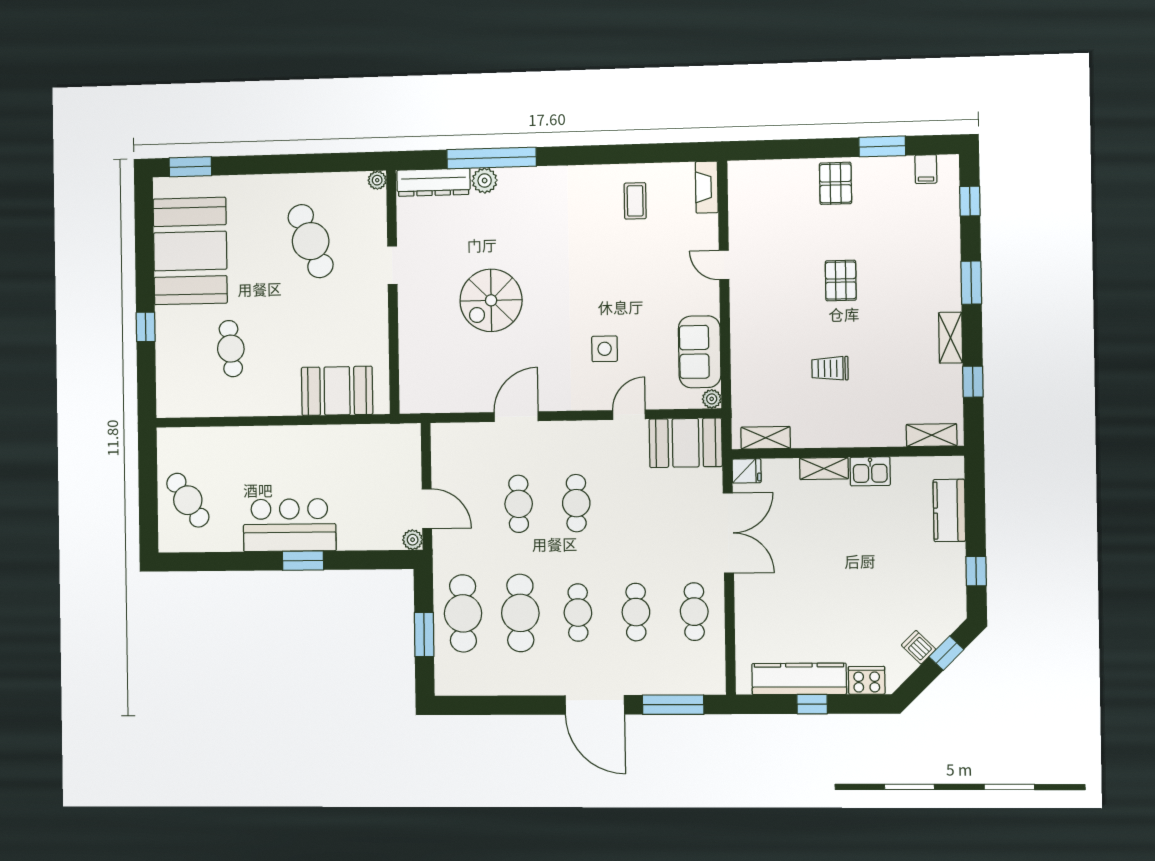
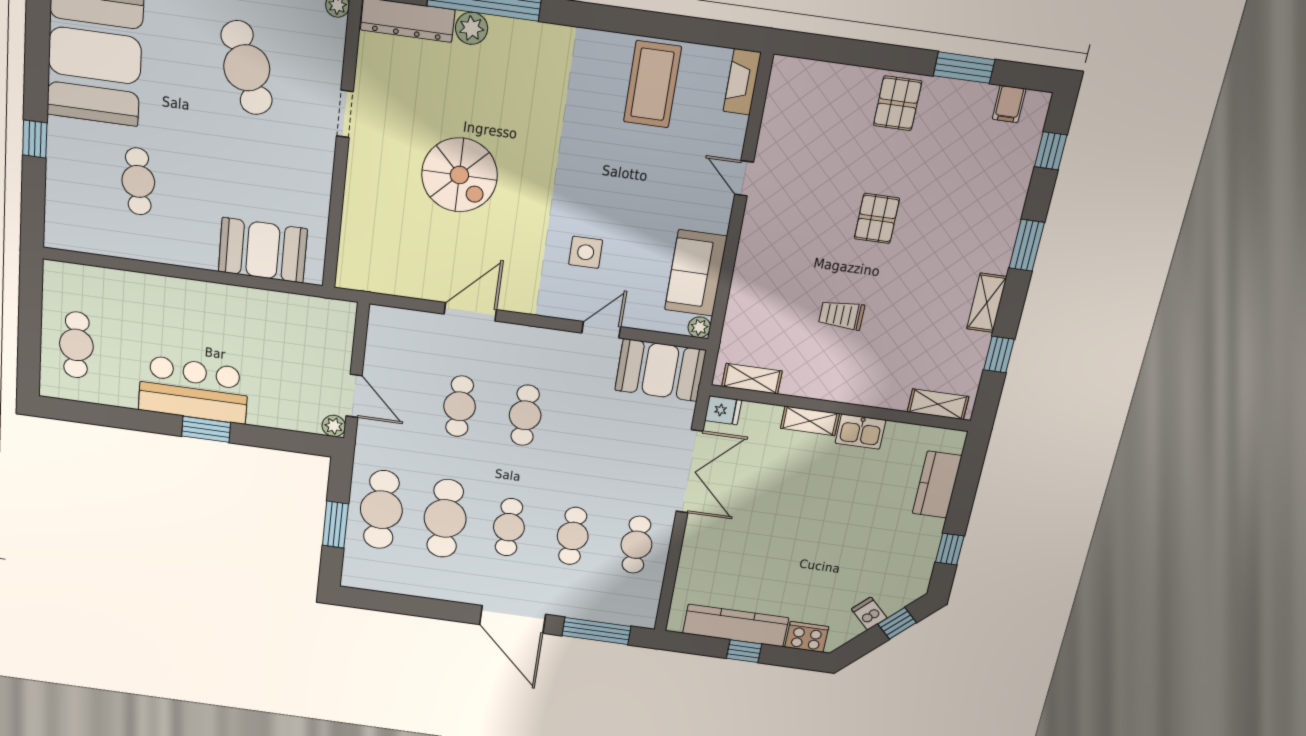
coffee table: (635, 201) -> (652, 84), width x1.86, depth x1.72
spiral stairs: (491, 300) -> (459, 175), turned -90
cafe table: (188, 500) -> (76, 345), turned 33

